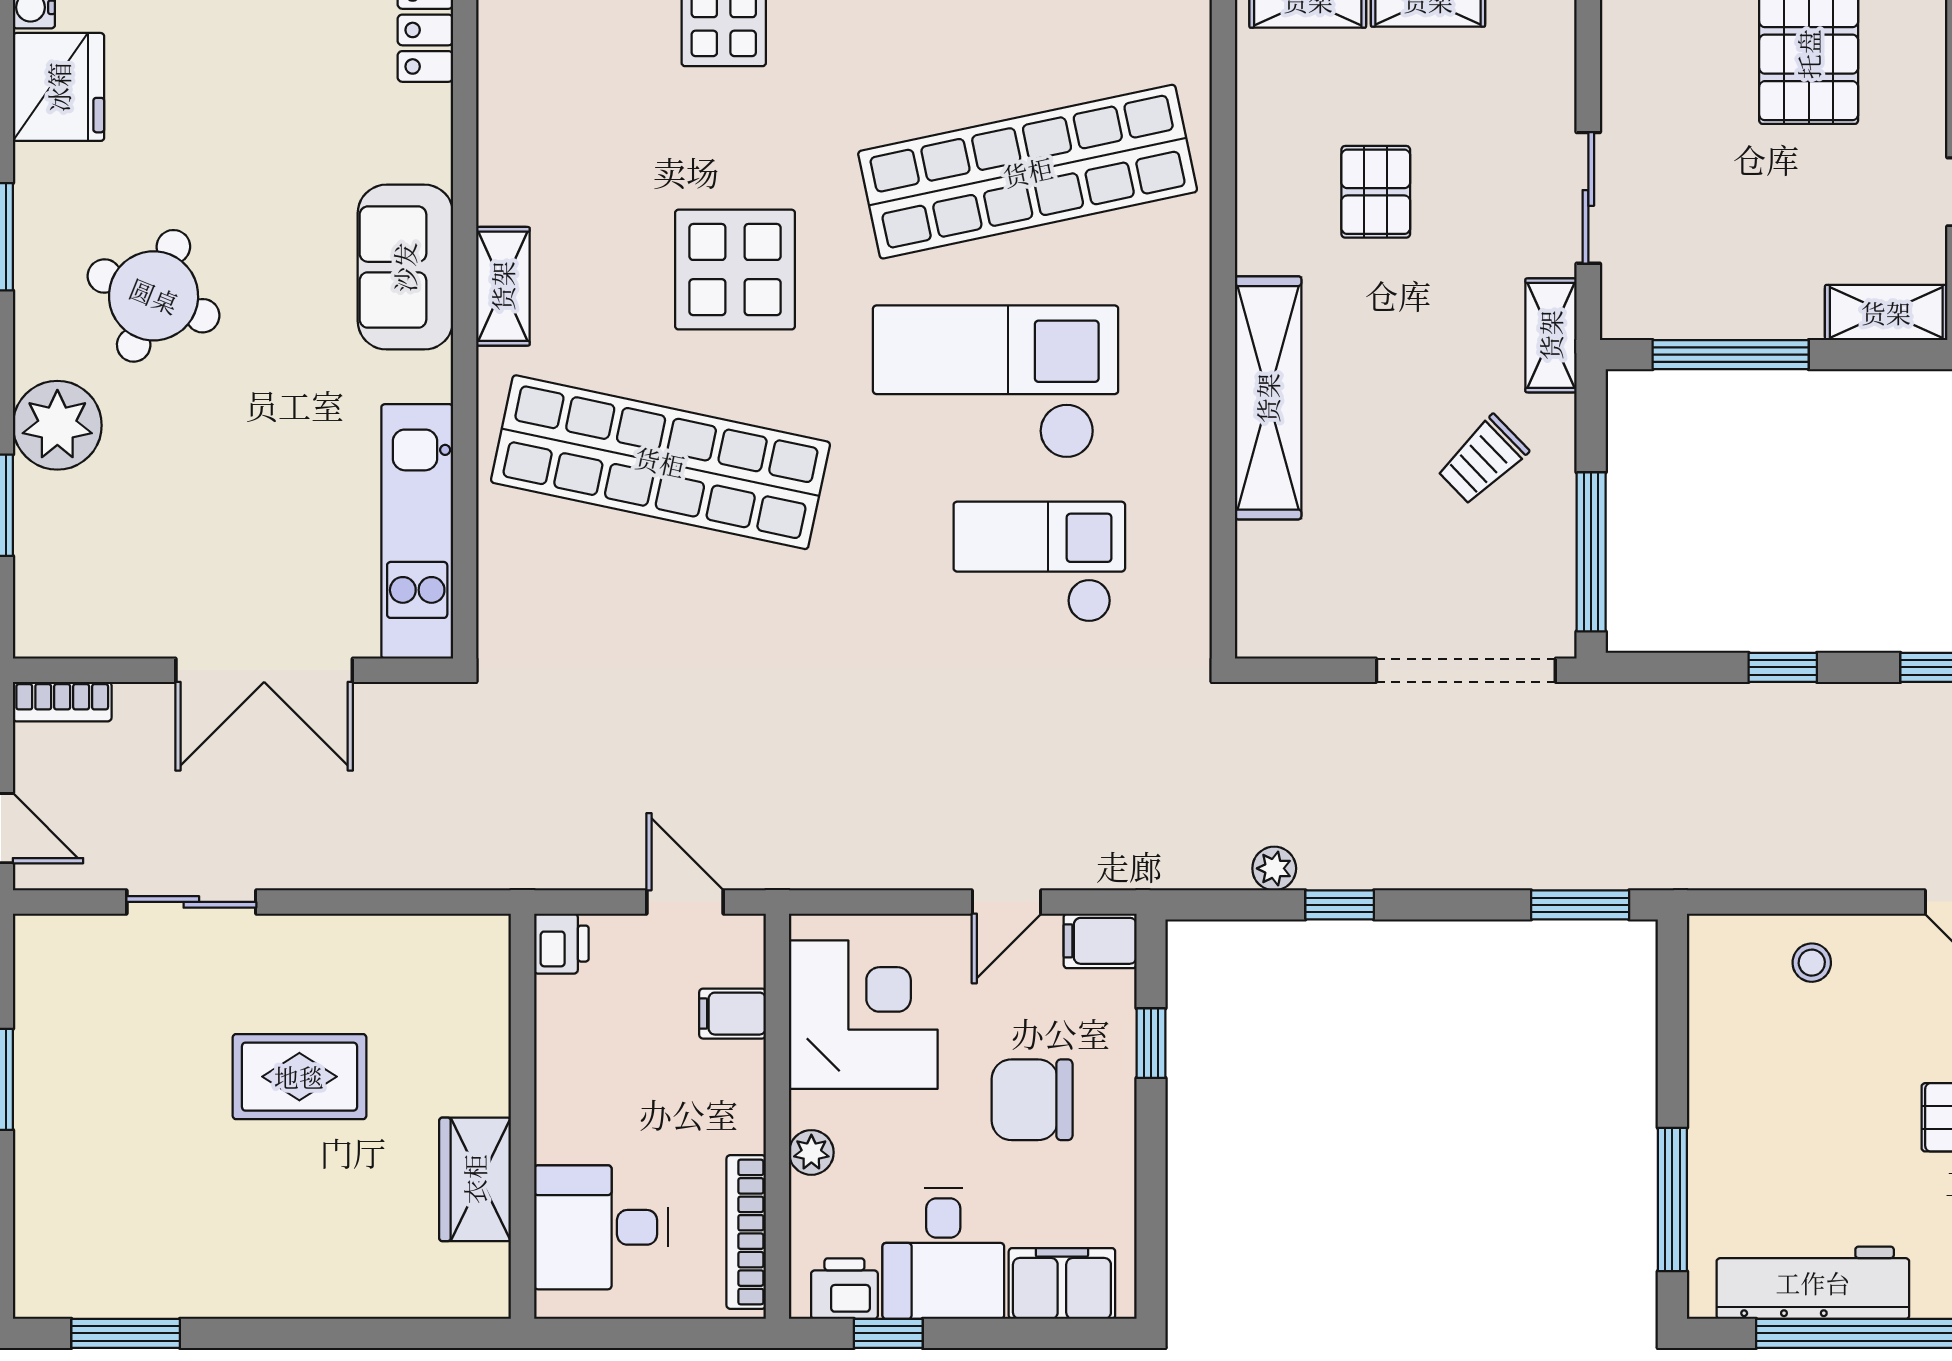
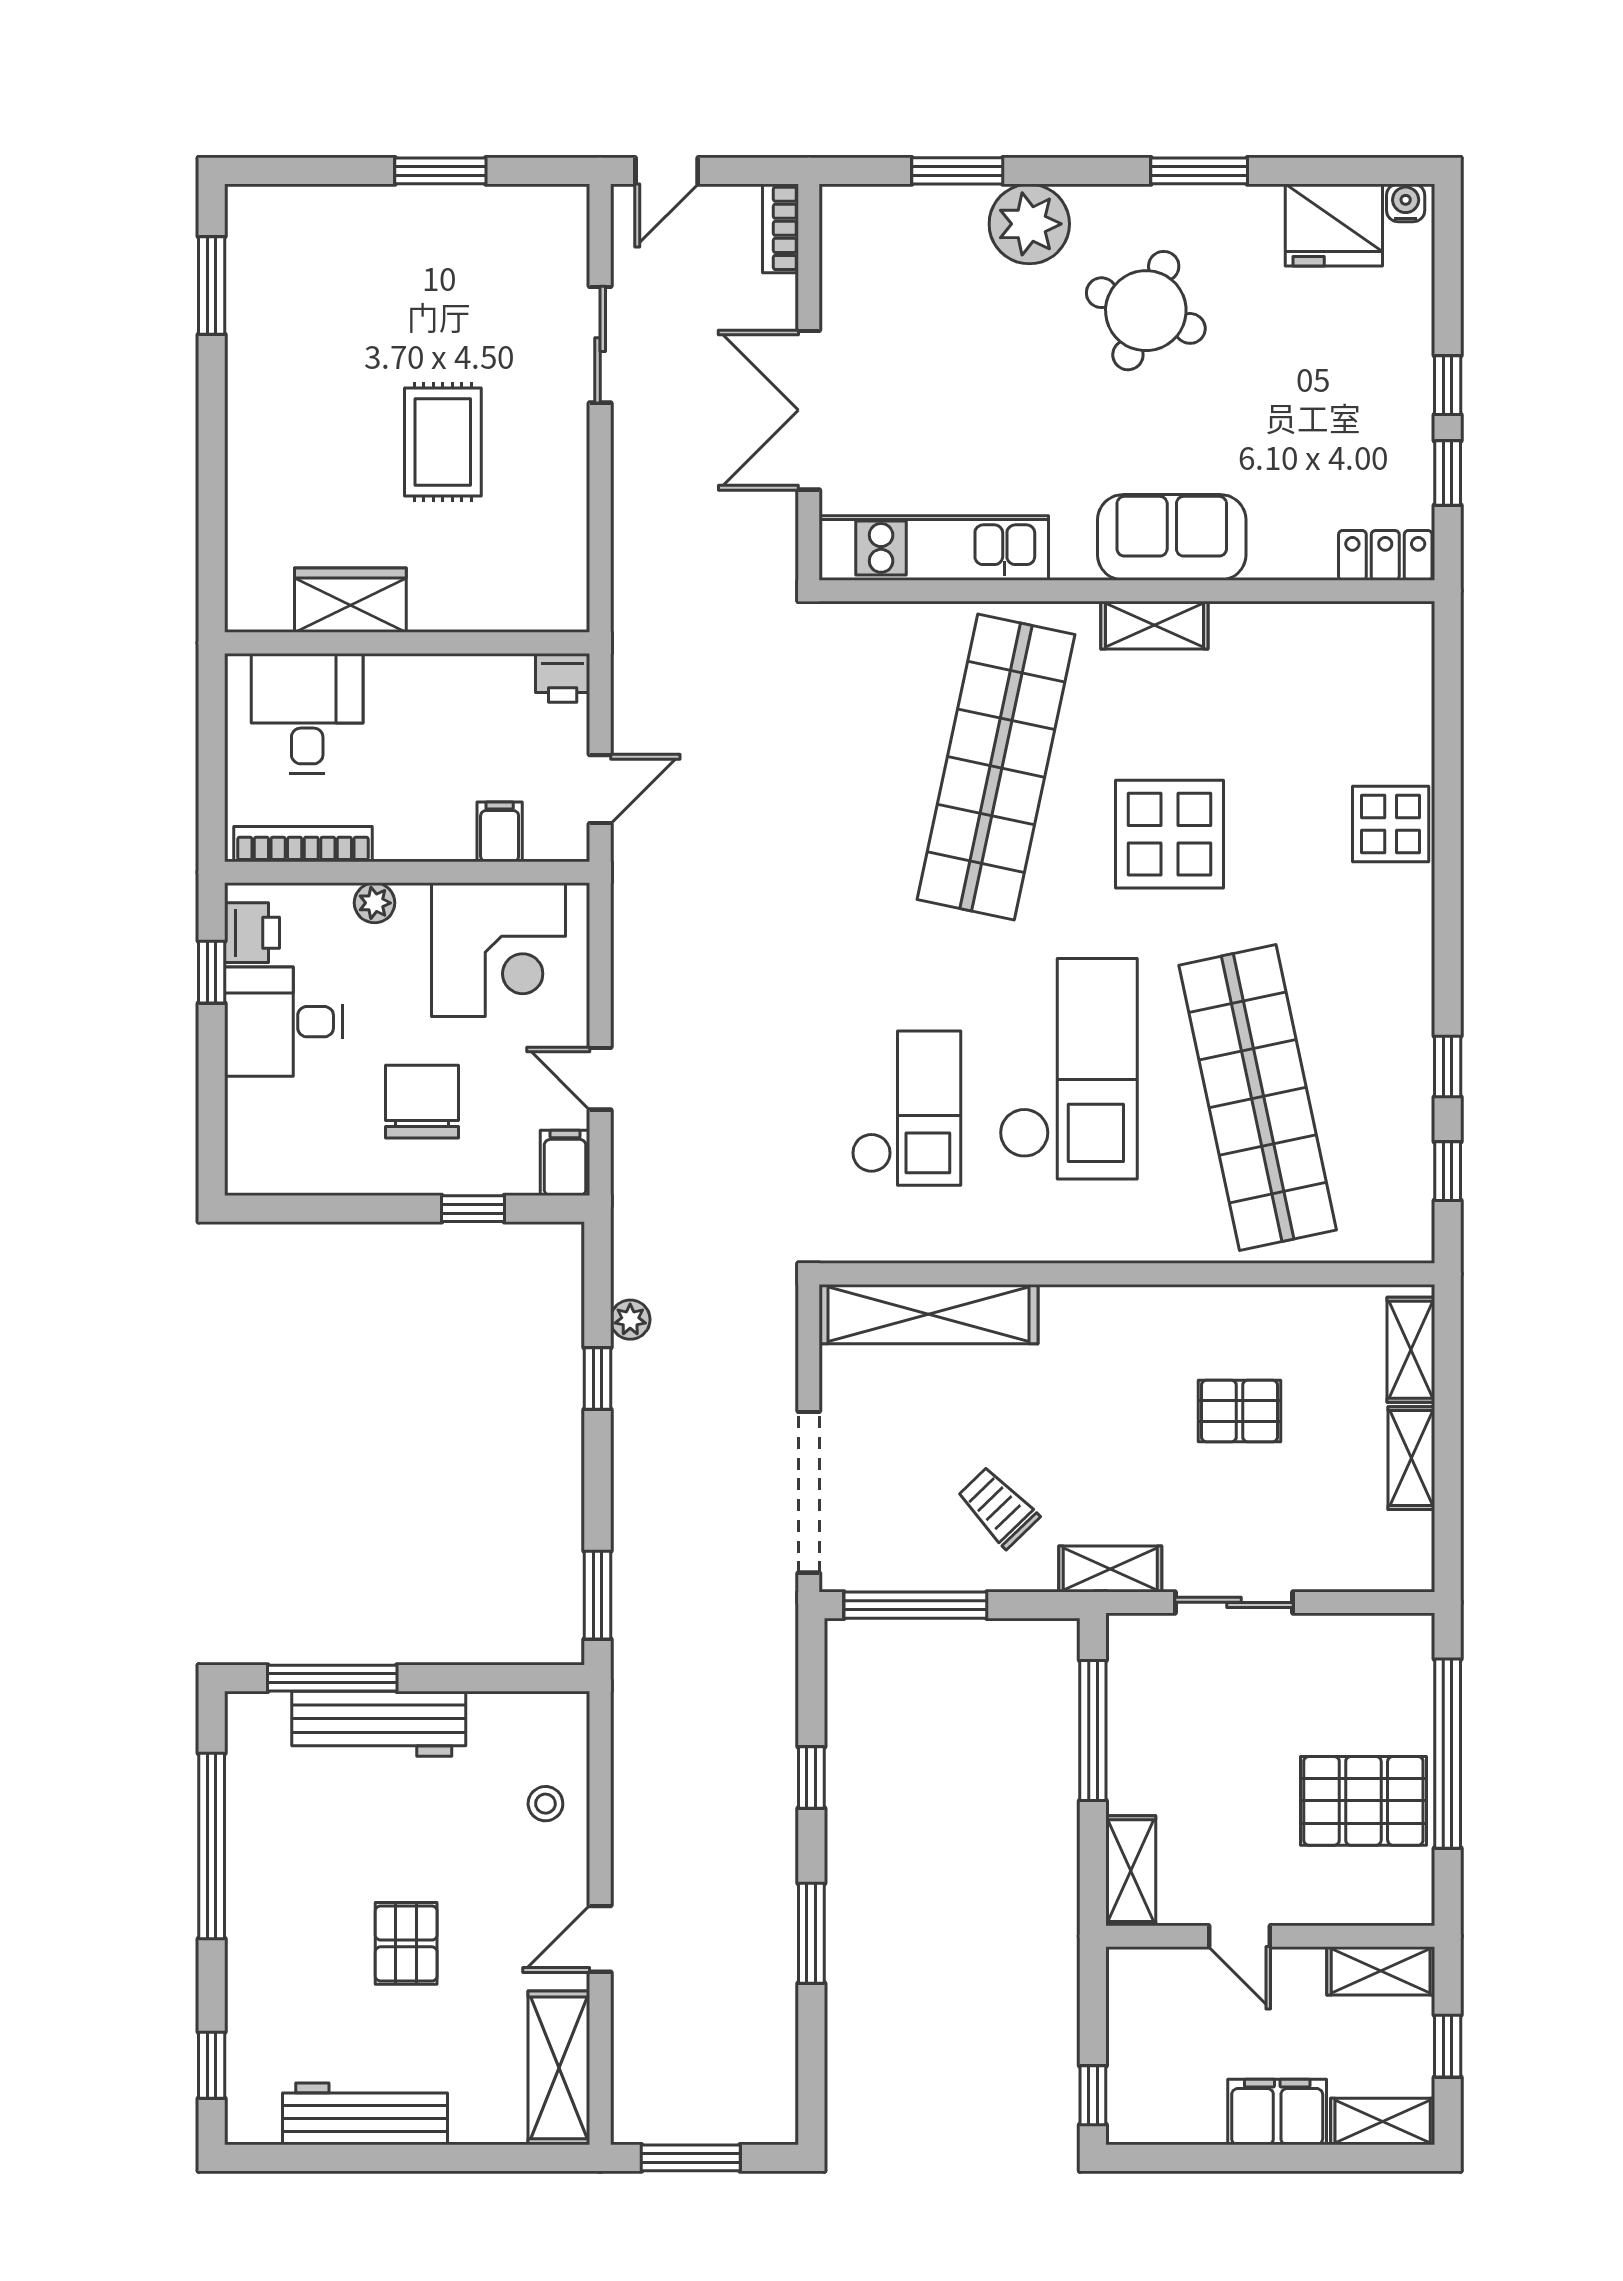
shelving: (1268, 398) -> (929, 1314), moved
workbench: (1813, 1283) -> (379, 1724), moved, turned 90
filing cabinet: (1062, 1284) -> (257, 1129), removed

